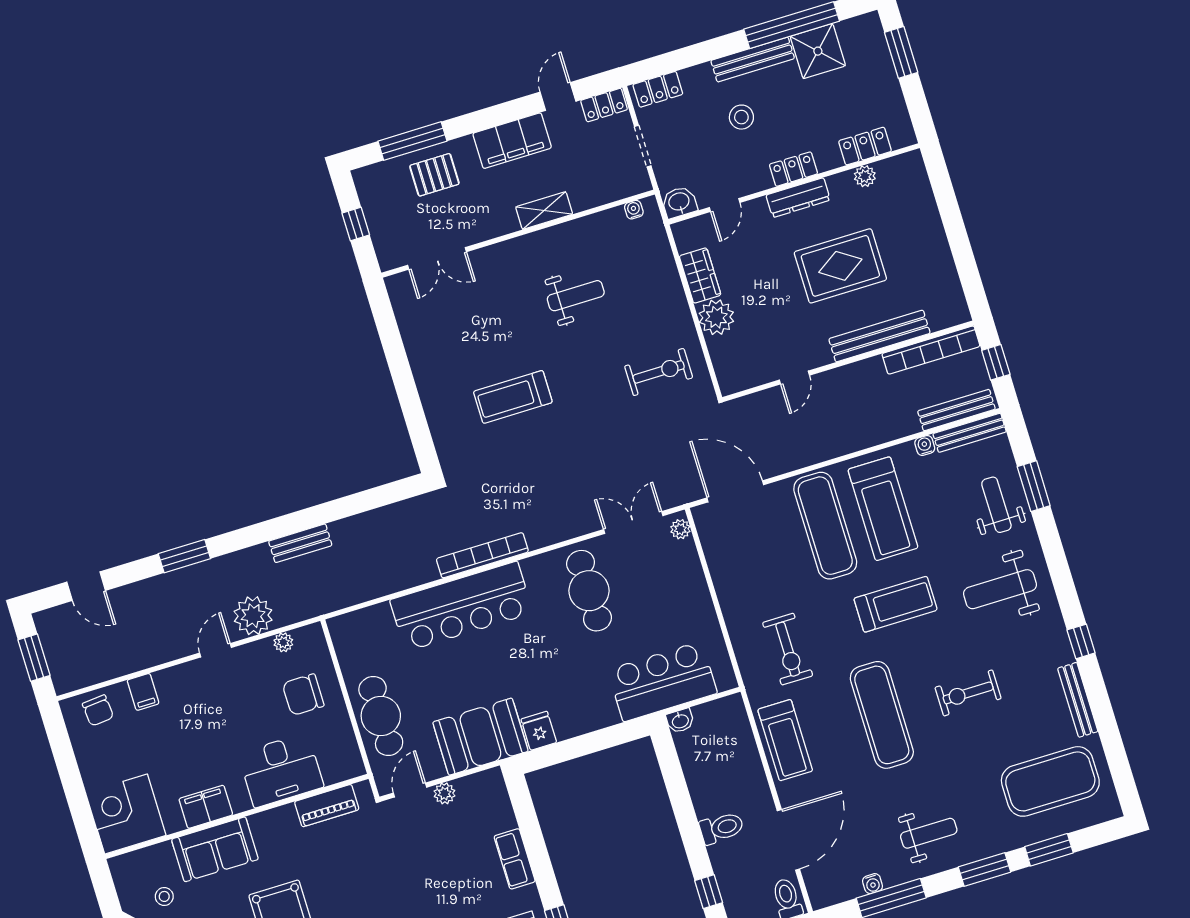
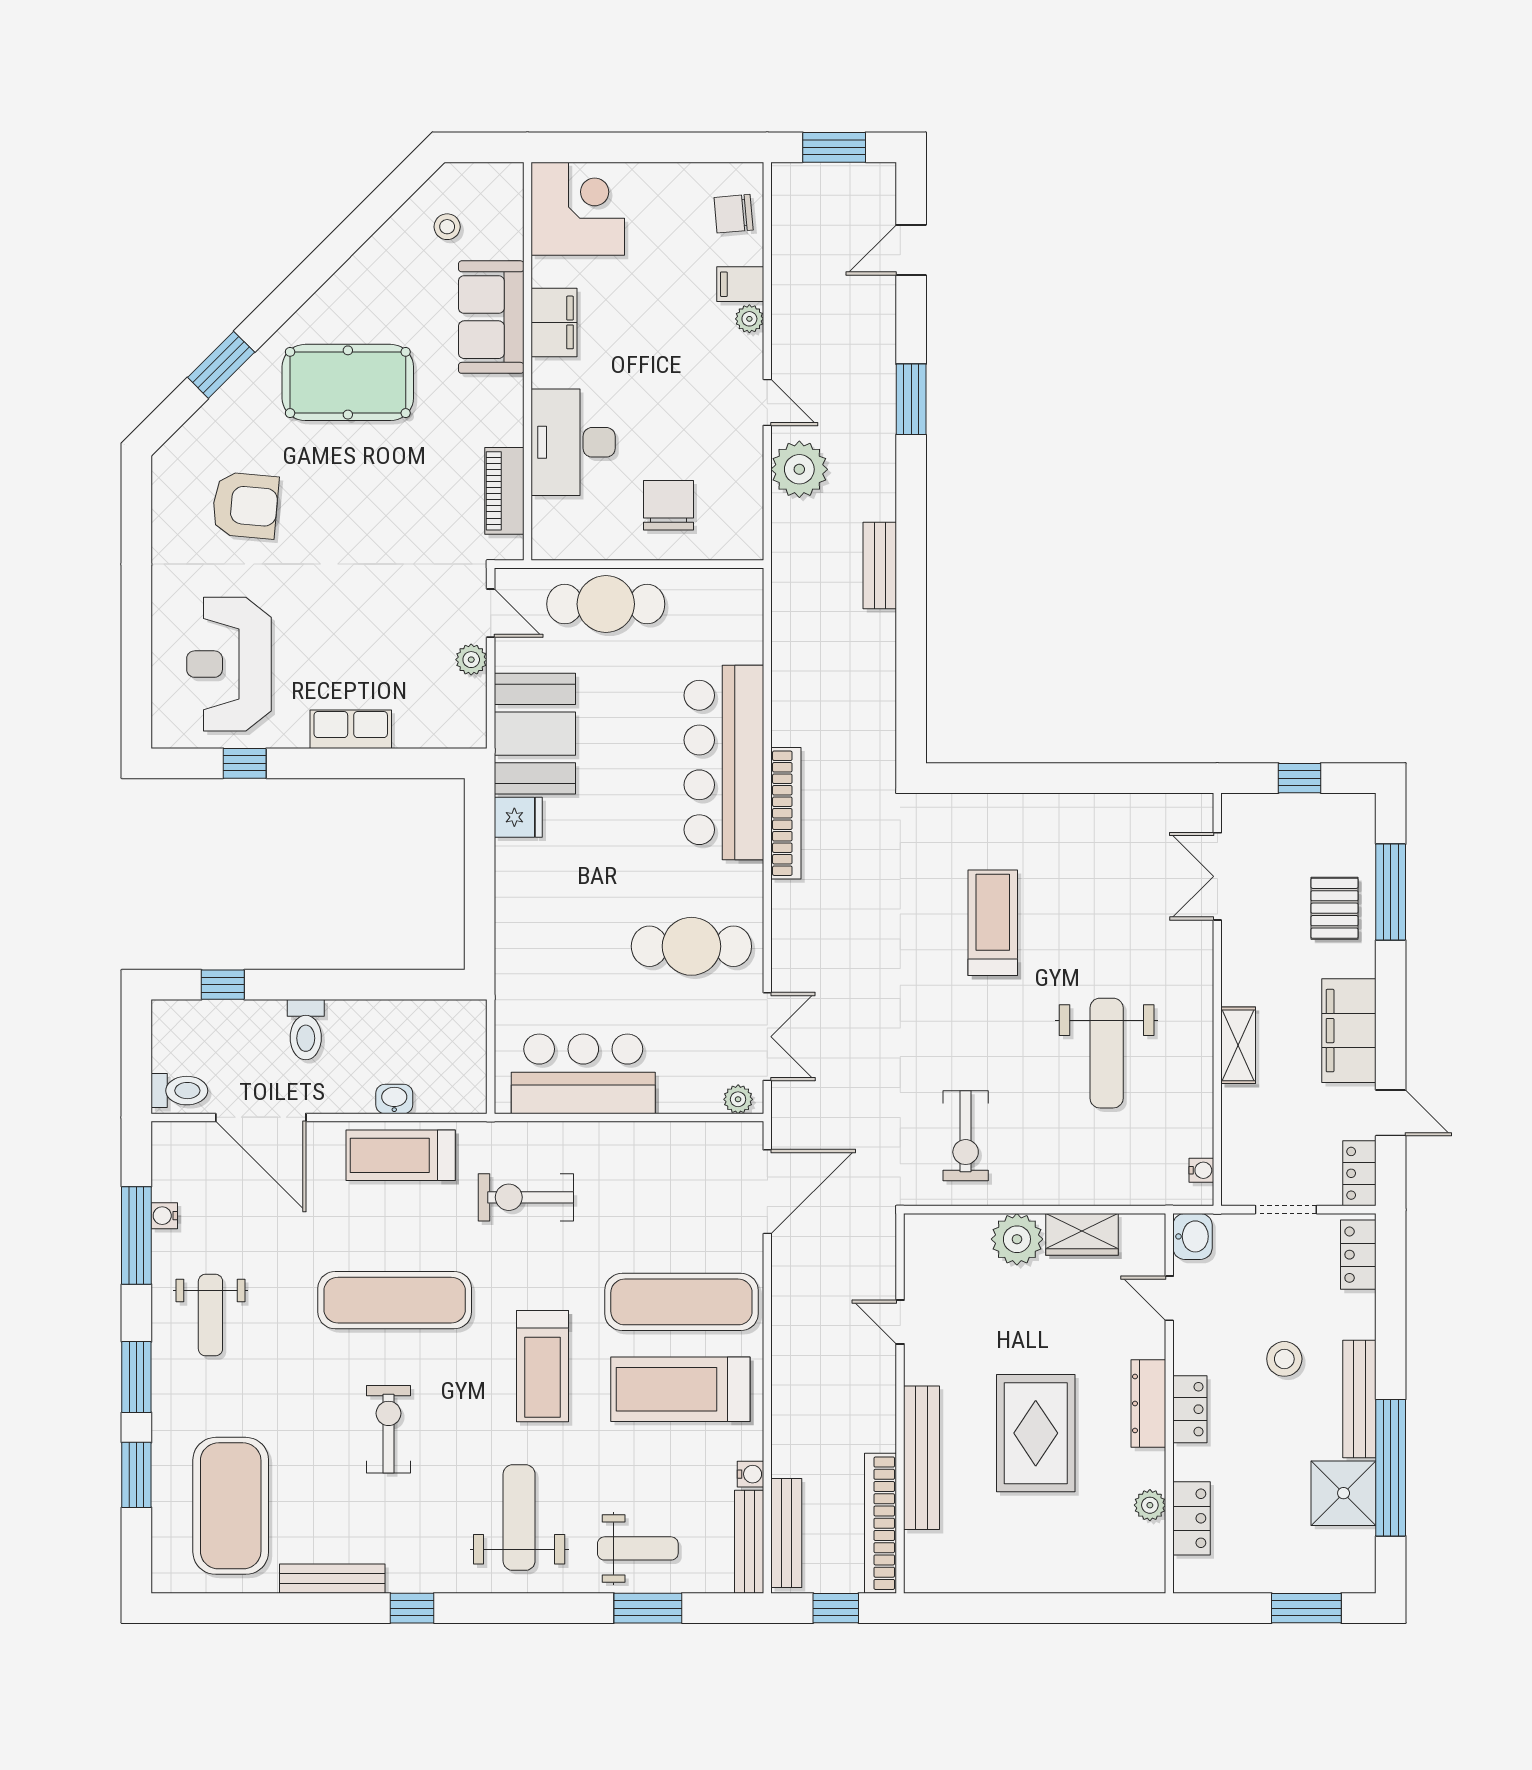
weight bench: (576, 296) -> (1107, 1053), width x1.36, depth x1.33
plant: (283, 642) -> (749, 319), moved
bar counter: (662, 681) -> (583, 1074), moved, turned -90
washbasin: (680, 721) -> (394, 1099), moved, turned 90

